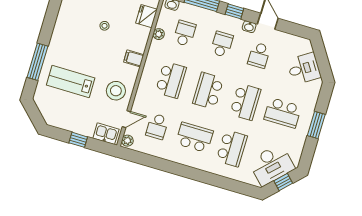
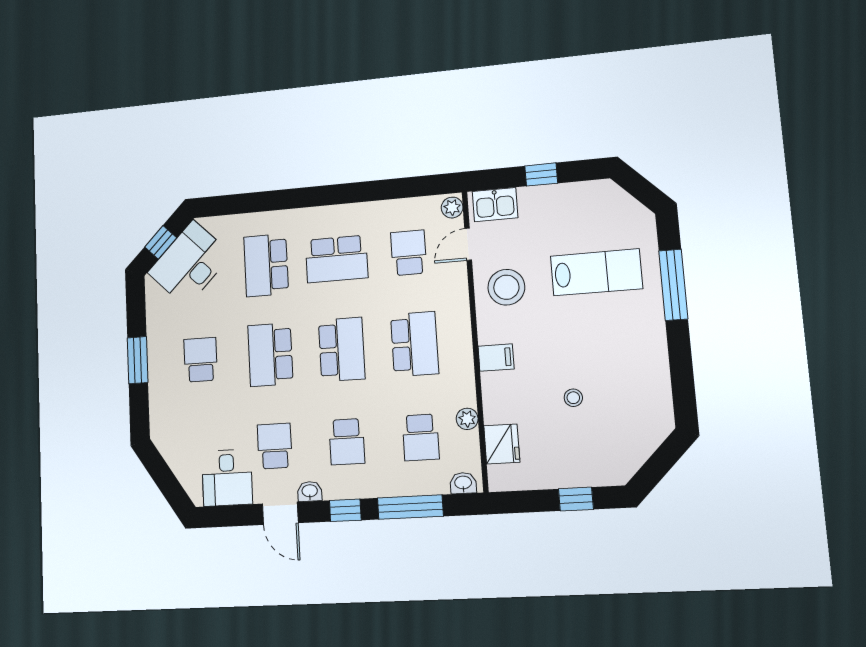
desk: (304, 69) -> (227, 478), moved, turned -57
school desk: (171, 80) -> (415, 344), turned 180
school desk: (283, 113) -> (201, 360), width x0.54

